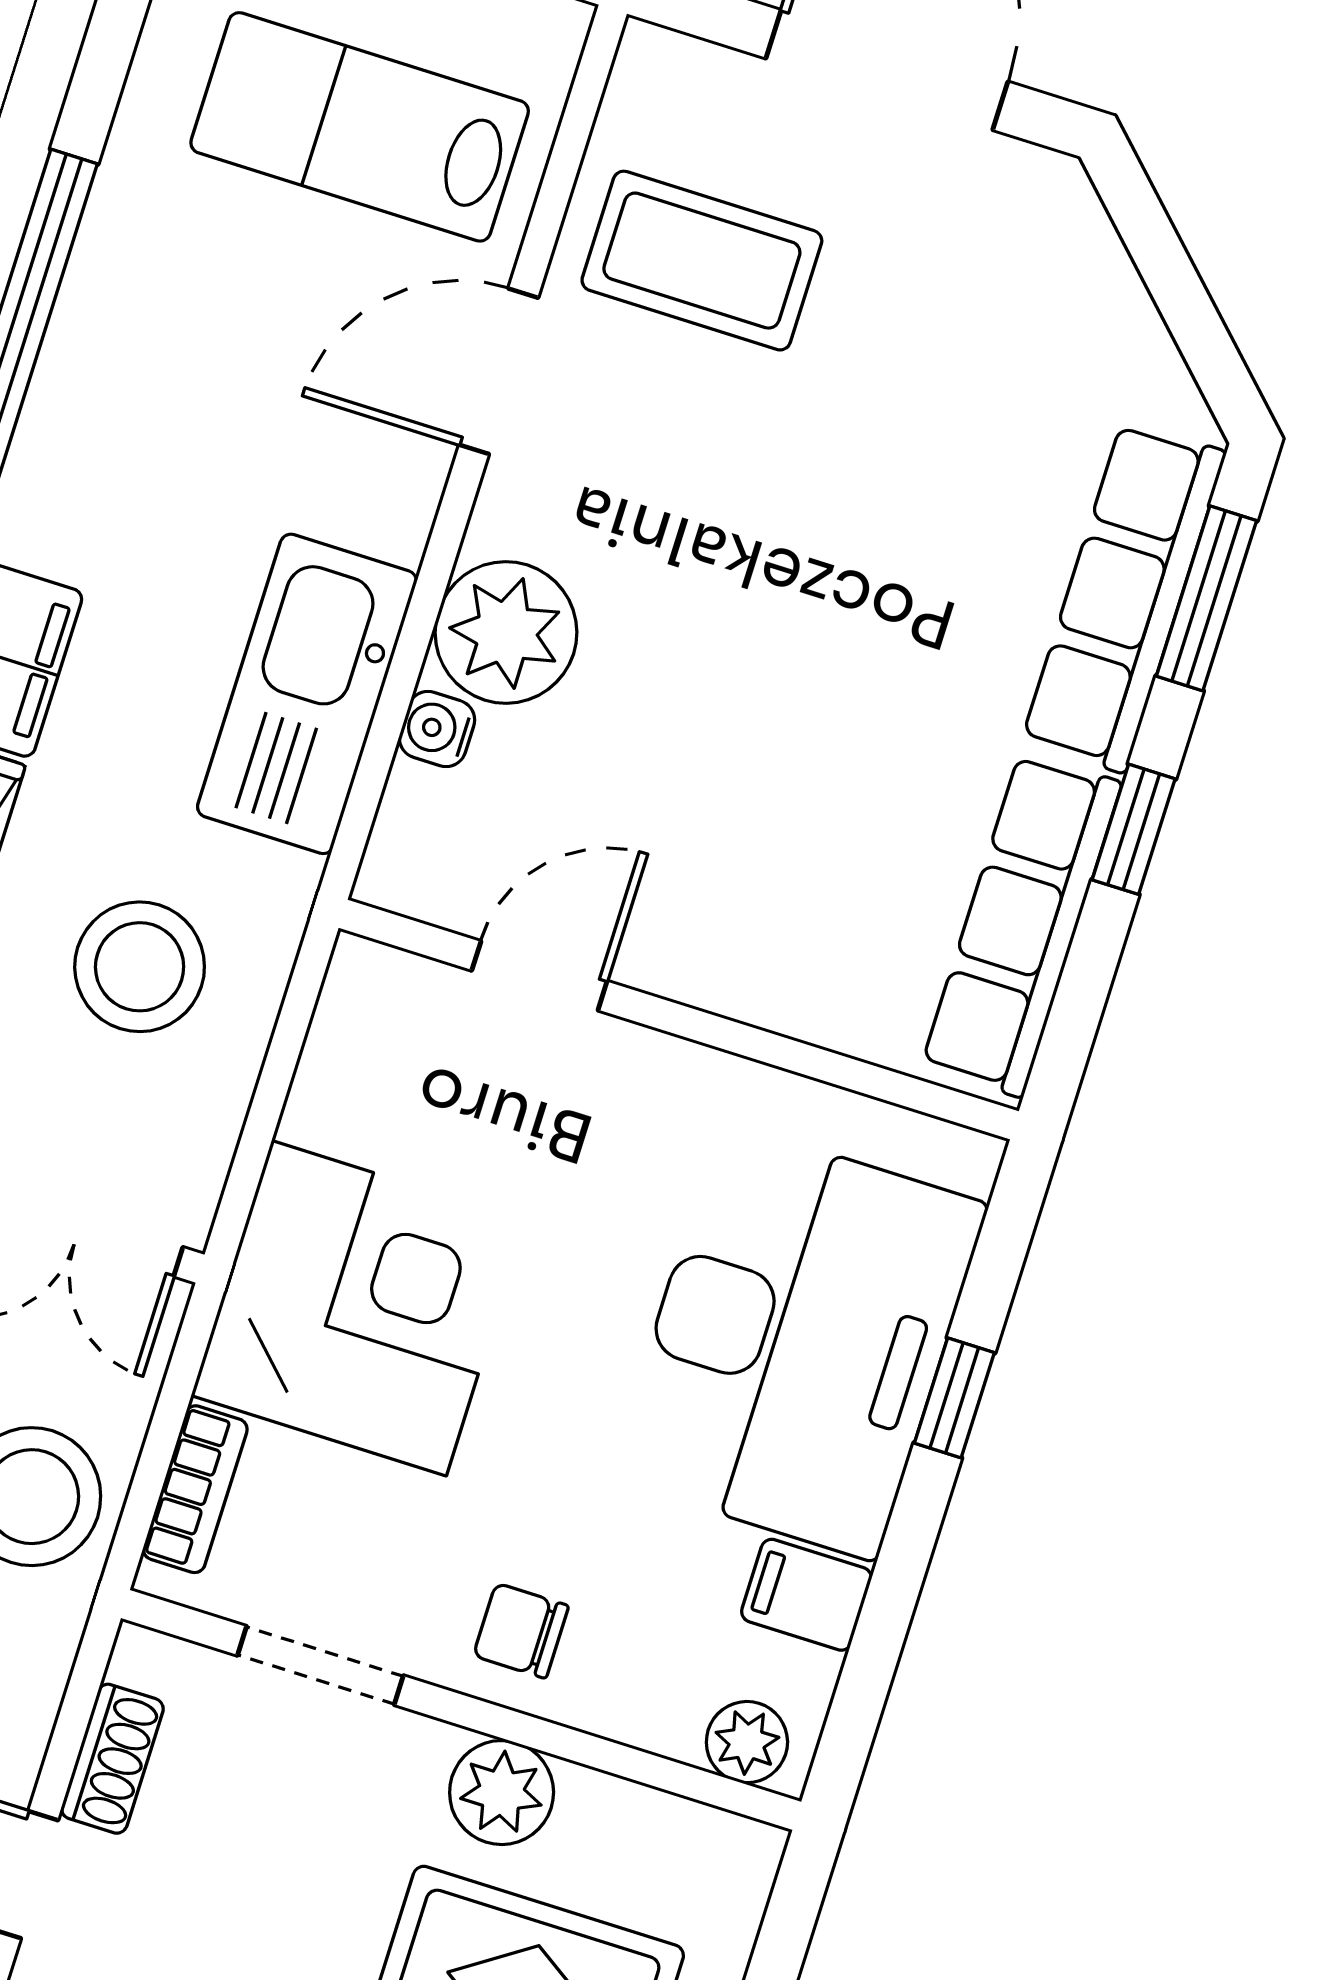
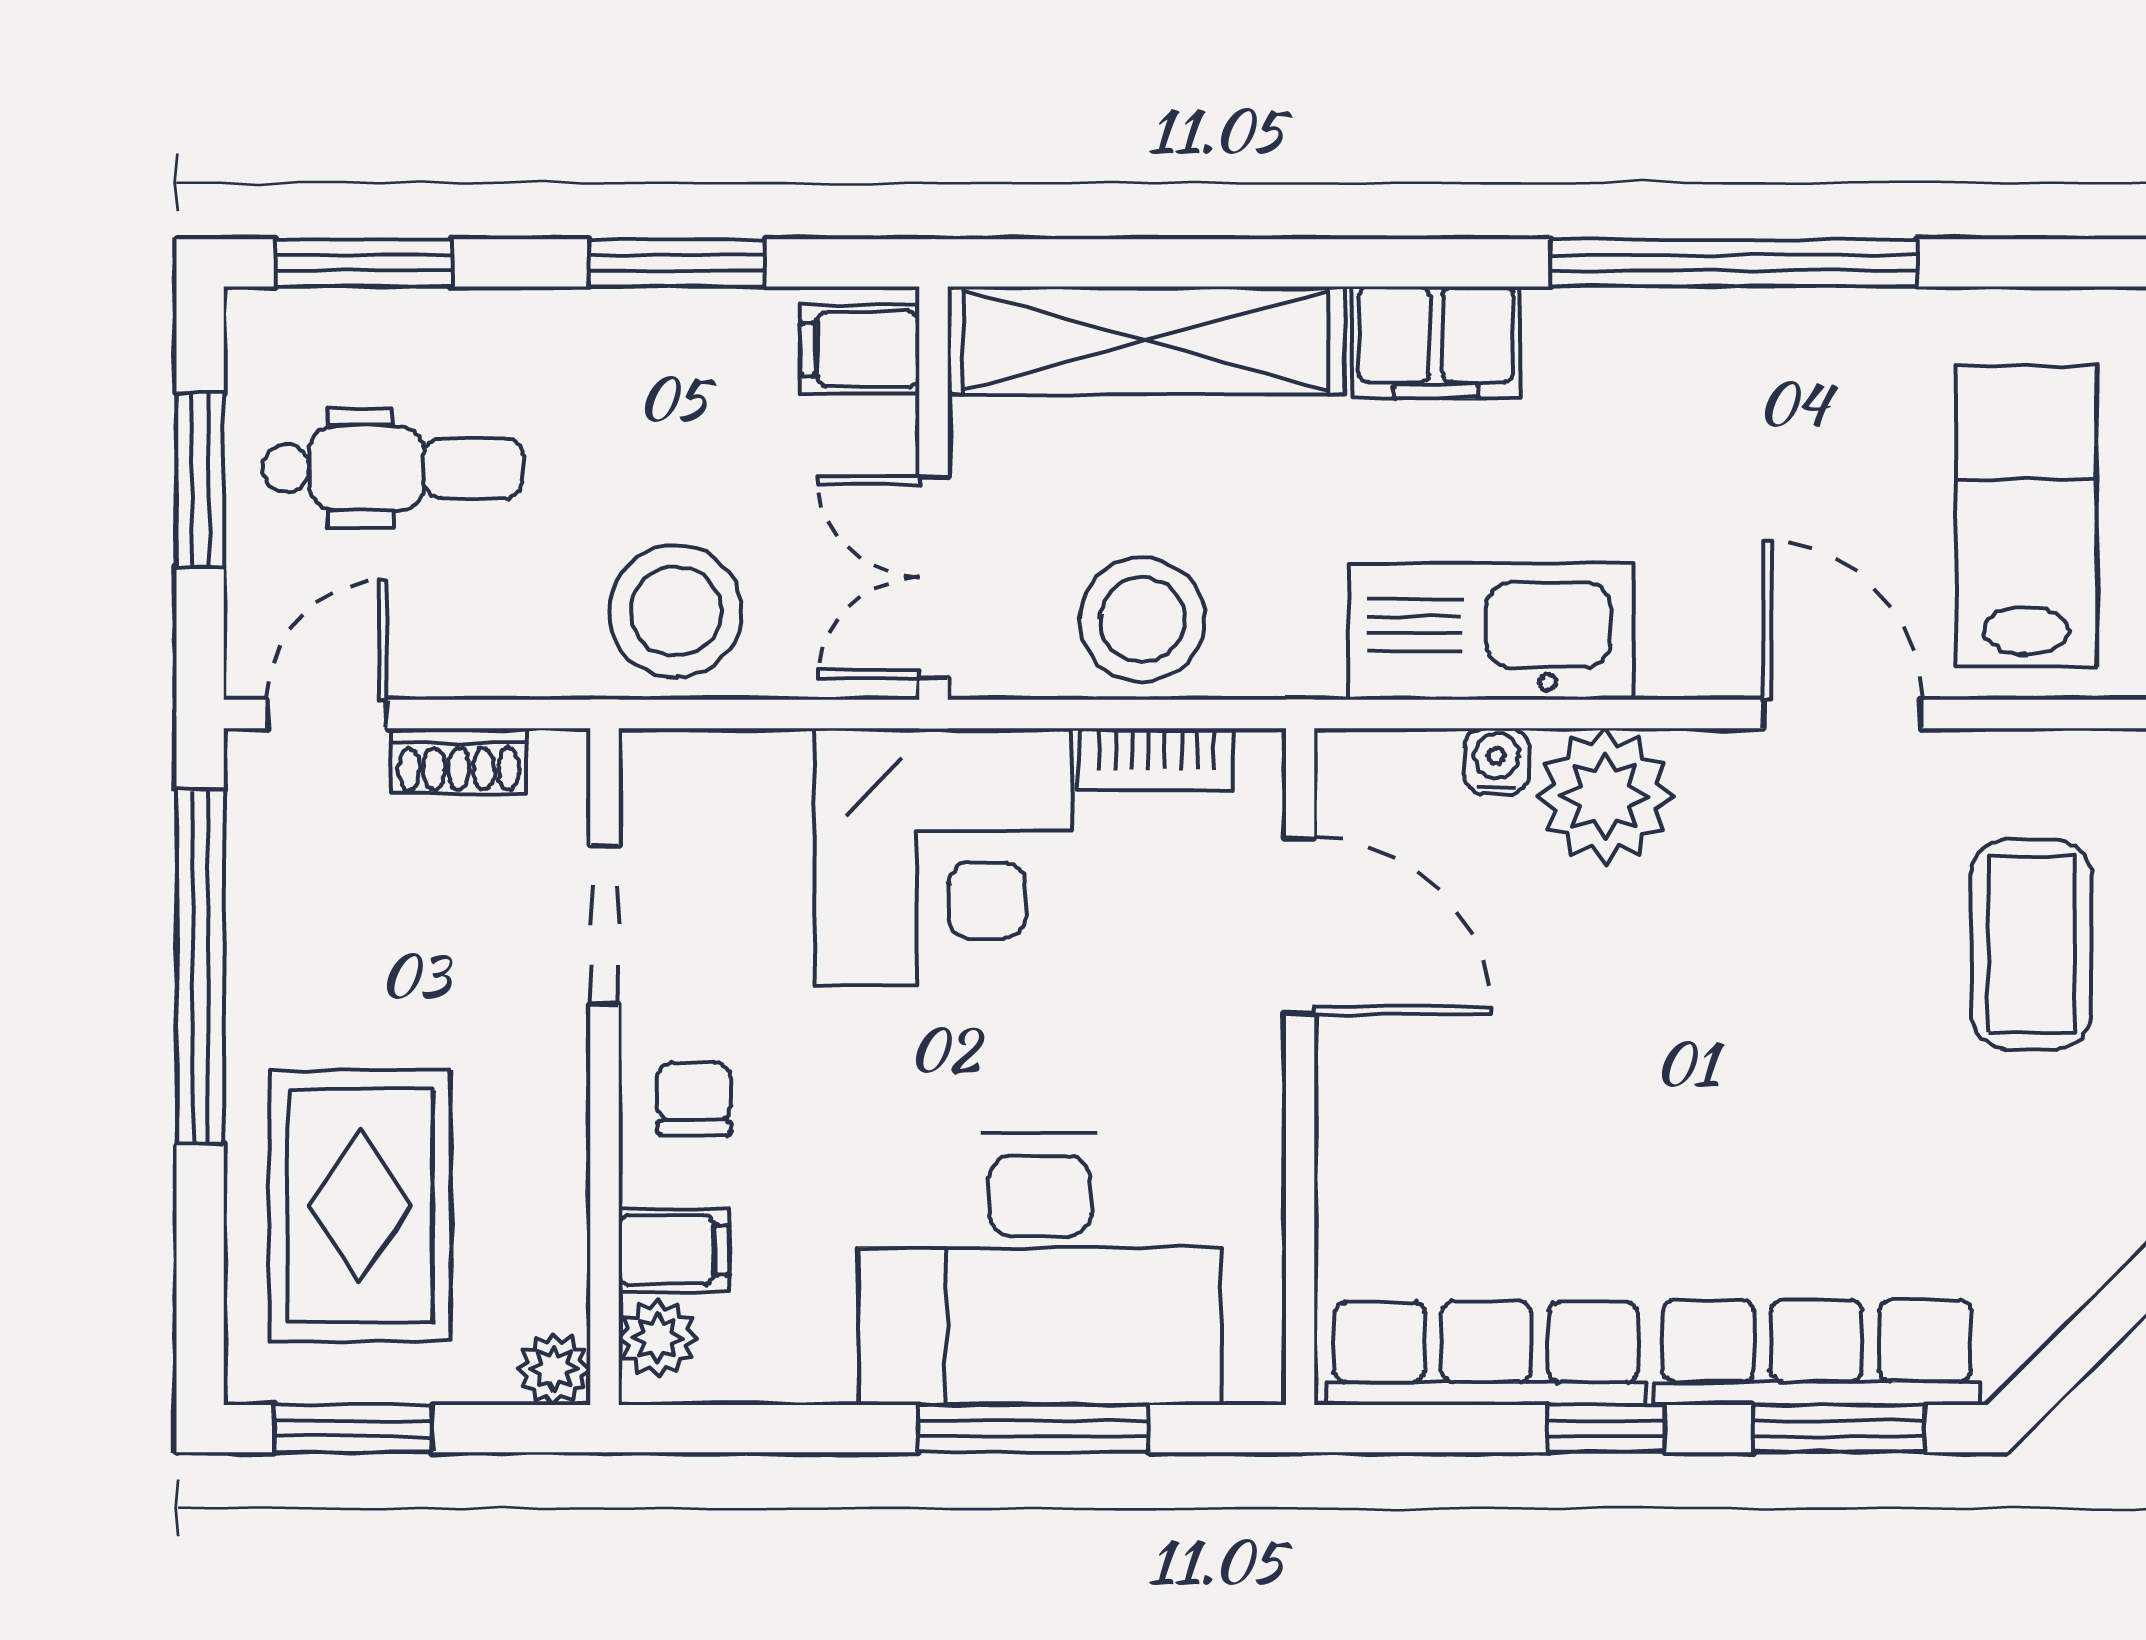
coffee table: (702, 261) -> (2031, 944), moved
stool: (140, 967) -> (1142, 620), moved
door: (539, 976) -> (1300, 926), width x1.38
window: (954, 1398) -> (1033, 1429), width x2.17
bookcase: (195, 1489) -> (1156, 759), moved
filing cabinet: (806, 1595) -> (674, 1250), moved, turned 90
plant: (502, 1793) -> (554, 1369), moved, width x0.73, depth x0.73

